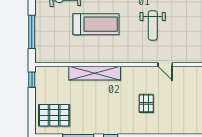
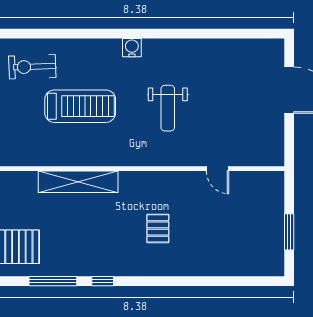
door: (165, 65) -> (218, 169), moved

